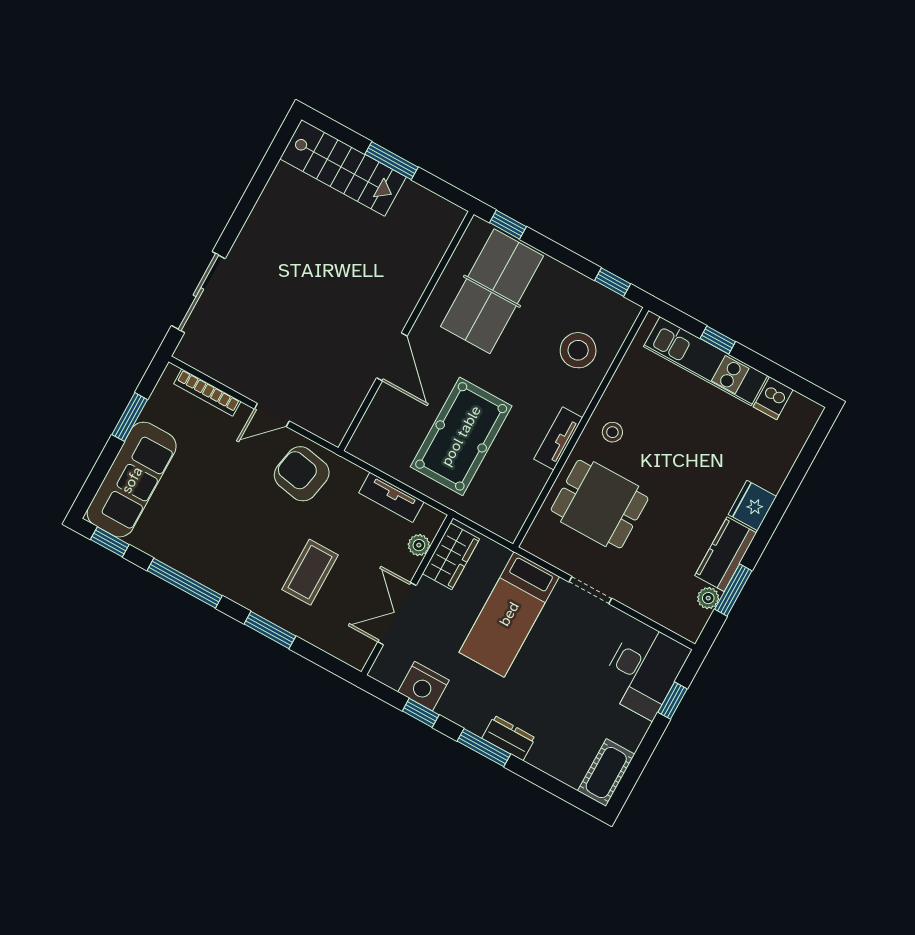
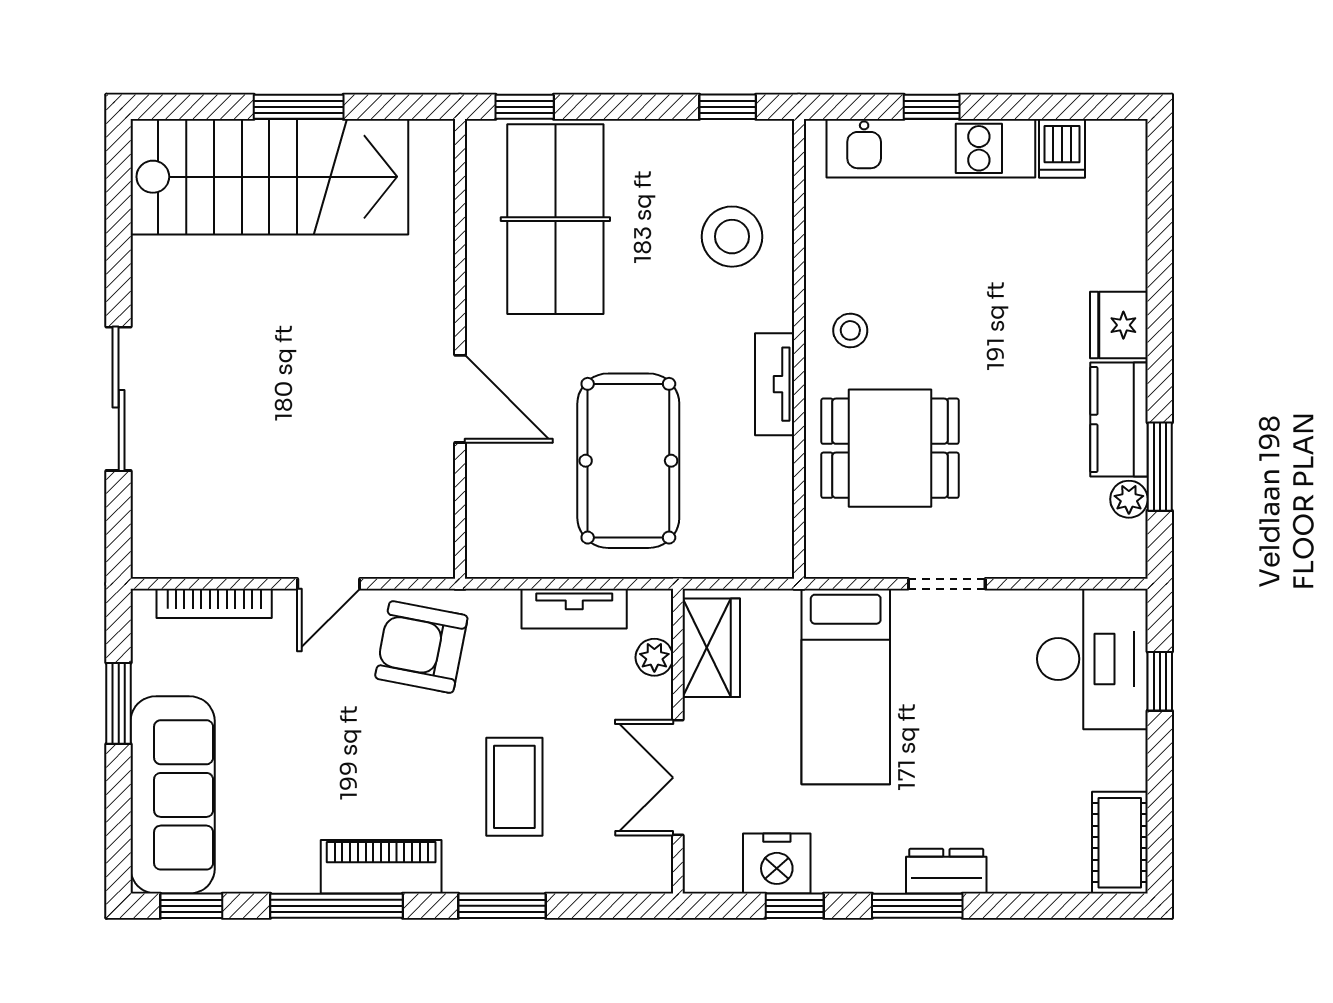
stairs: (343, 168) -> (269, 177), width x1.36, depth x1.51
sliding door: (198, 292) -> (119, 399), moved
piano: (219, 576) -> (381, 867), added

